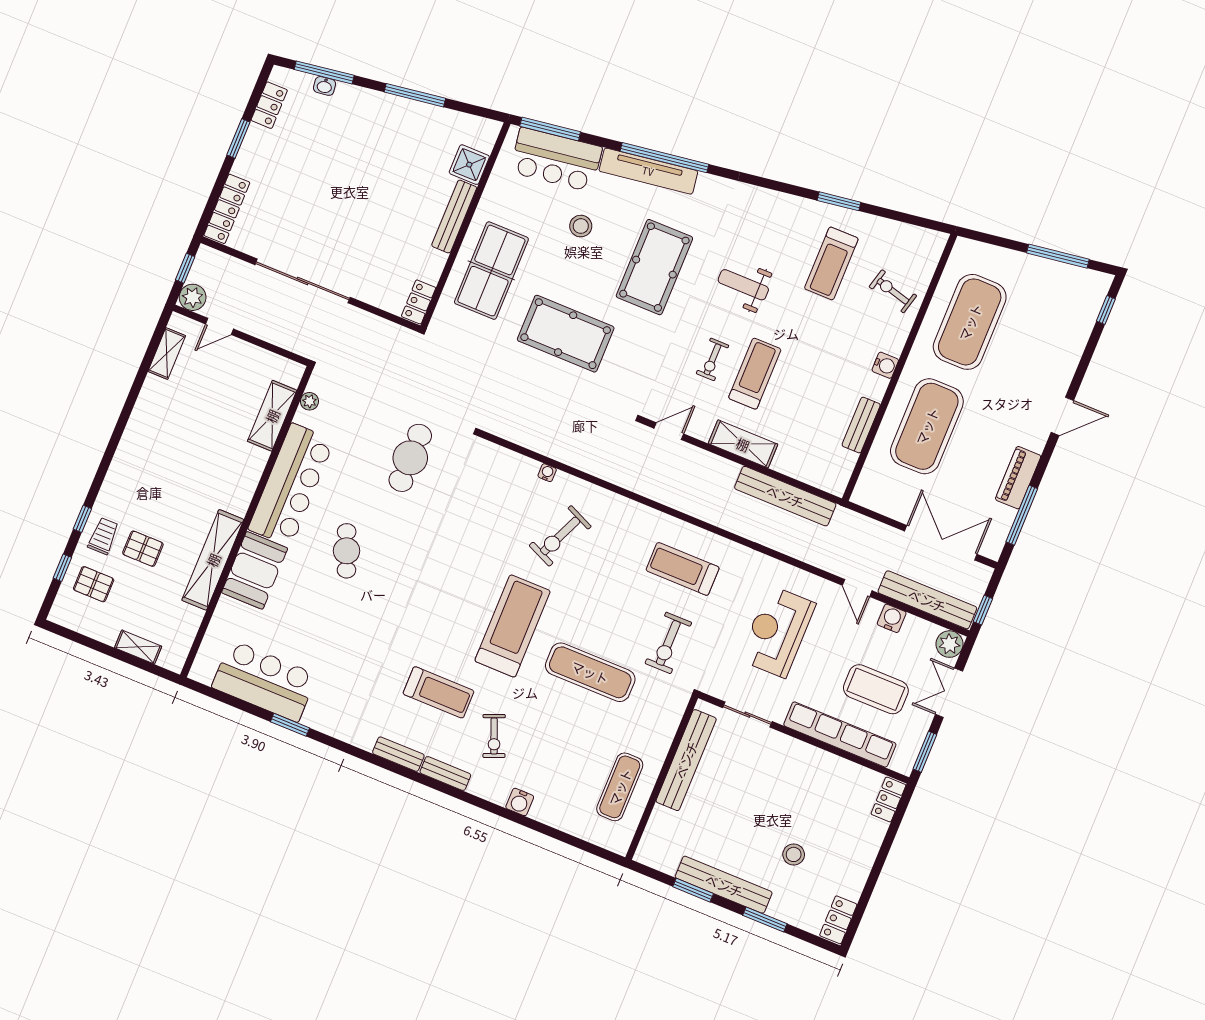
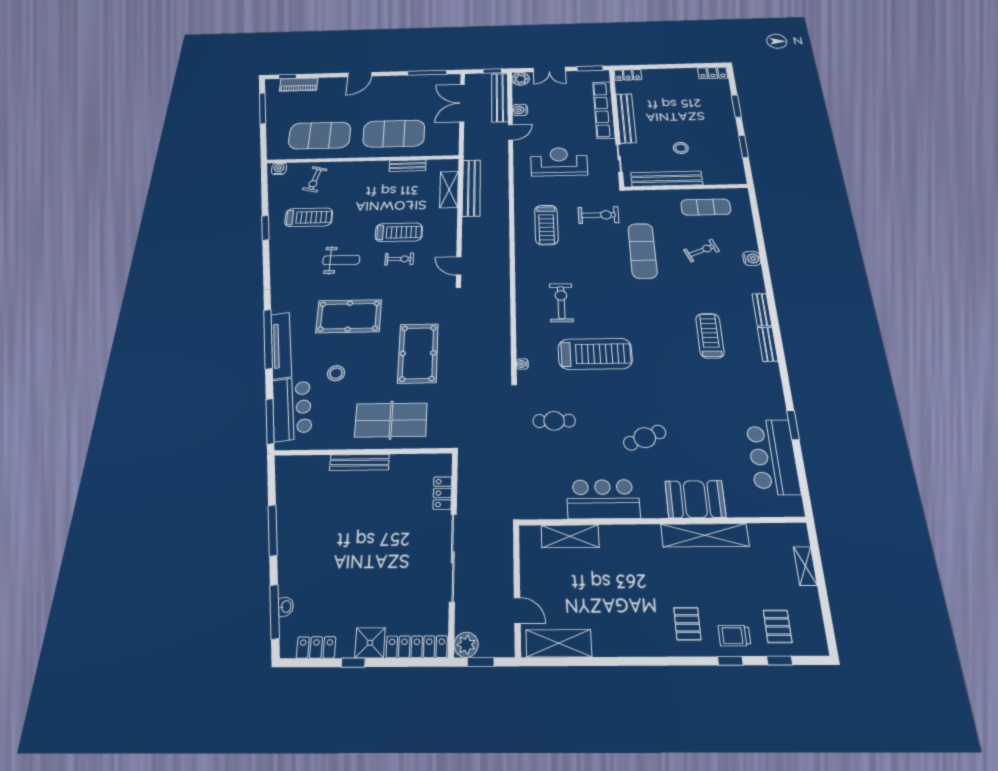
window: (238, 139) -> (353, 663), width x0.67
shower: (469, 165) -> (370, 643), moved
weight bench: (743, 285) -> (341, 260), turned -90
plant: (193, 297) -> (466, 645), moved
locker: (419, 302) -> (442, 493), moved, turned 90
shelving: (167, 354) -> (559, 643), width x1.50, depth x1.33
water cooler: (885, 365) -> (279, 169), moved
treadmill: (755, 374) -> (399, 232), turned 180
plant: (309, 401) -> (546, 512), removed
door: (1062, 416) -> (360, 75), swing flipped
shelving: (743, 444) -> (449, 190), moved
cafe table: (410, 458) -> (554, 421), width x0.73, depth x0.74
water cooler: (547, 473) -> (522, 364), moved
piano: (1018, 478) -> (299, 85), moved
bar counter: (291, 485) -> (603, 499), width x0.73
exercise bike: (560, 536) -> (561, 303), turned -114
pallet: (143, 549) -> (687, 624), moved
treadmill: (513, 626) -> (595, 354), moved, turned 180
reception desk: (777, 632) -> (559, 162), turned 180
coffee table: (876, 689) -> (567, 103), removed
exercise bike: (494, 736) -> (702, 250), moved
stool: (794, 854) -> (681, 148), moved
bench: (724, 885) -> (626, 118), moved

